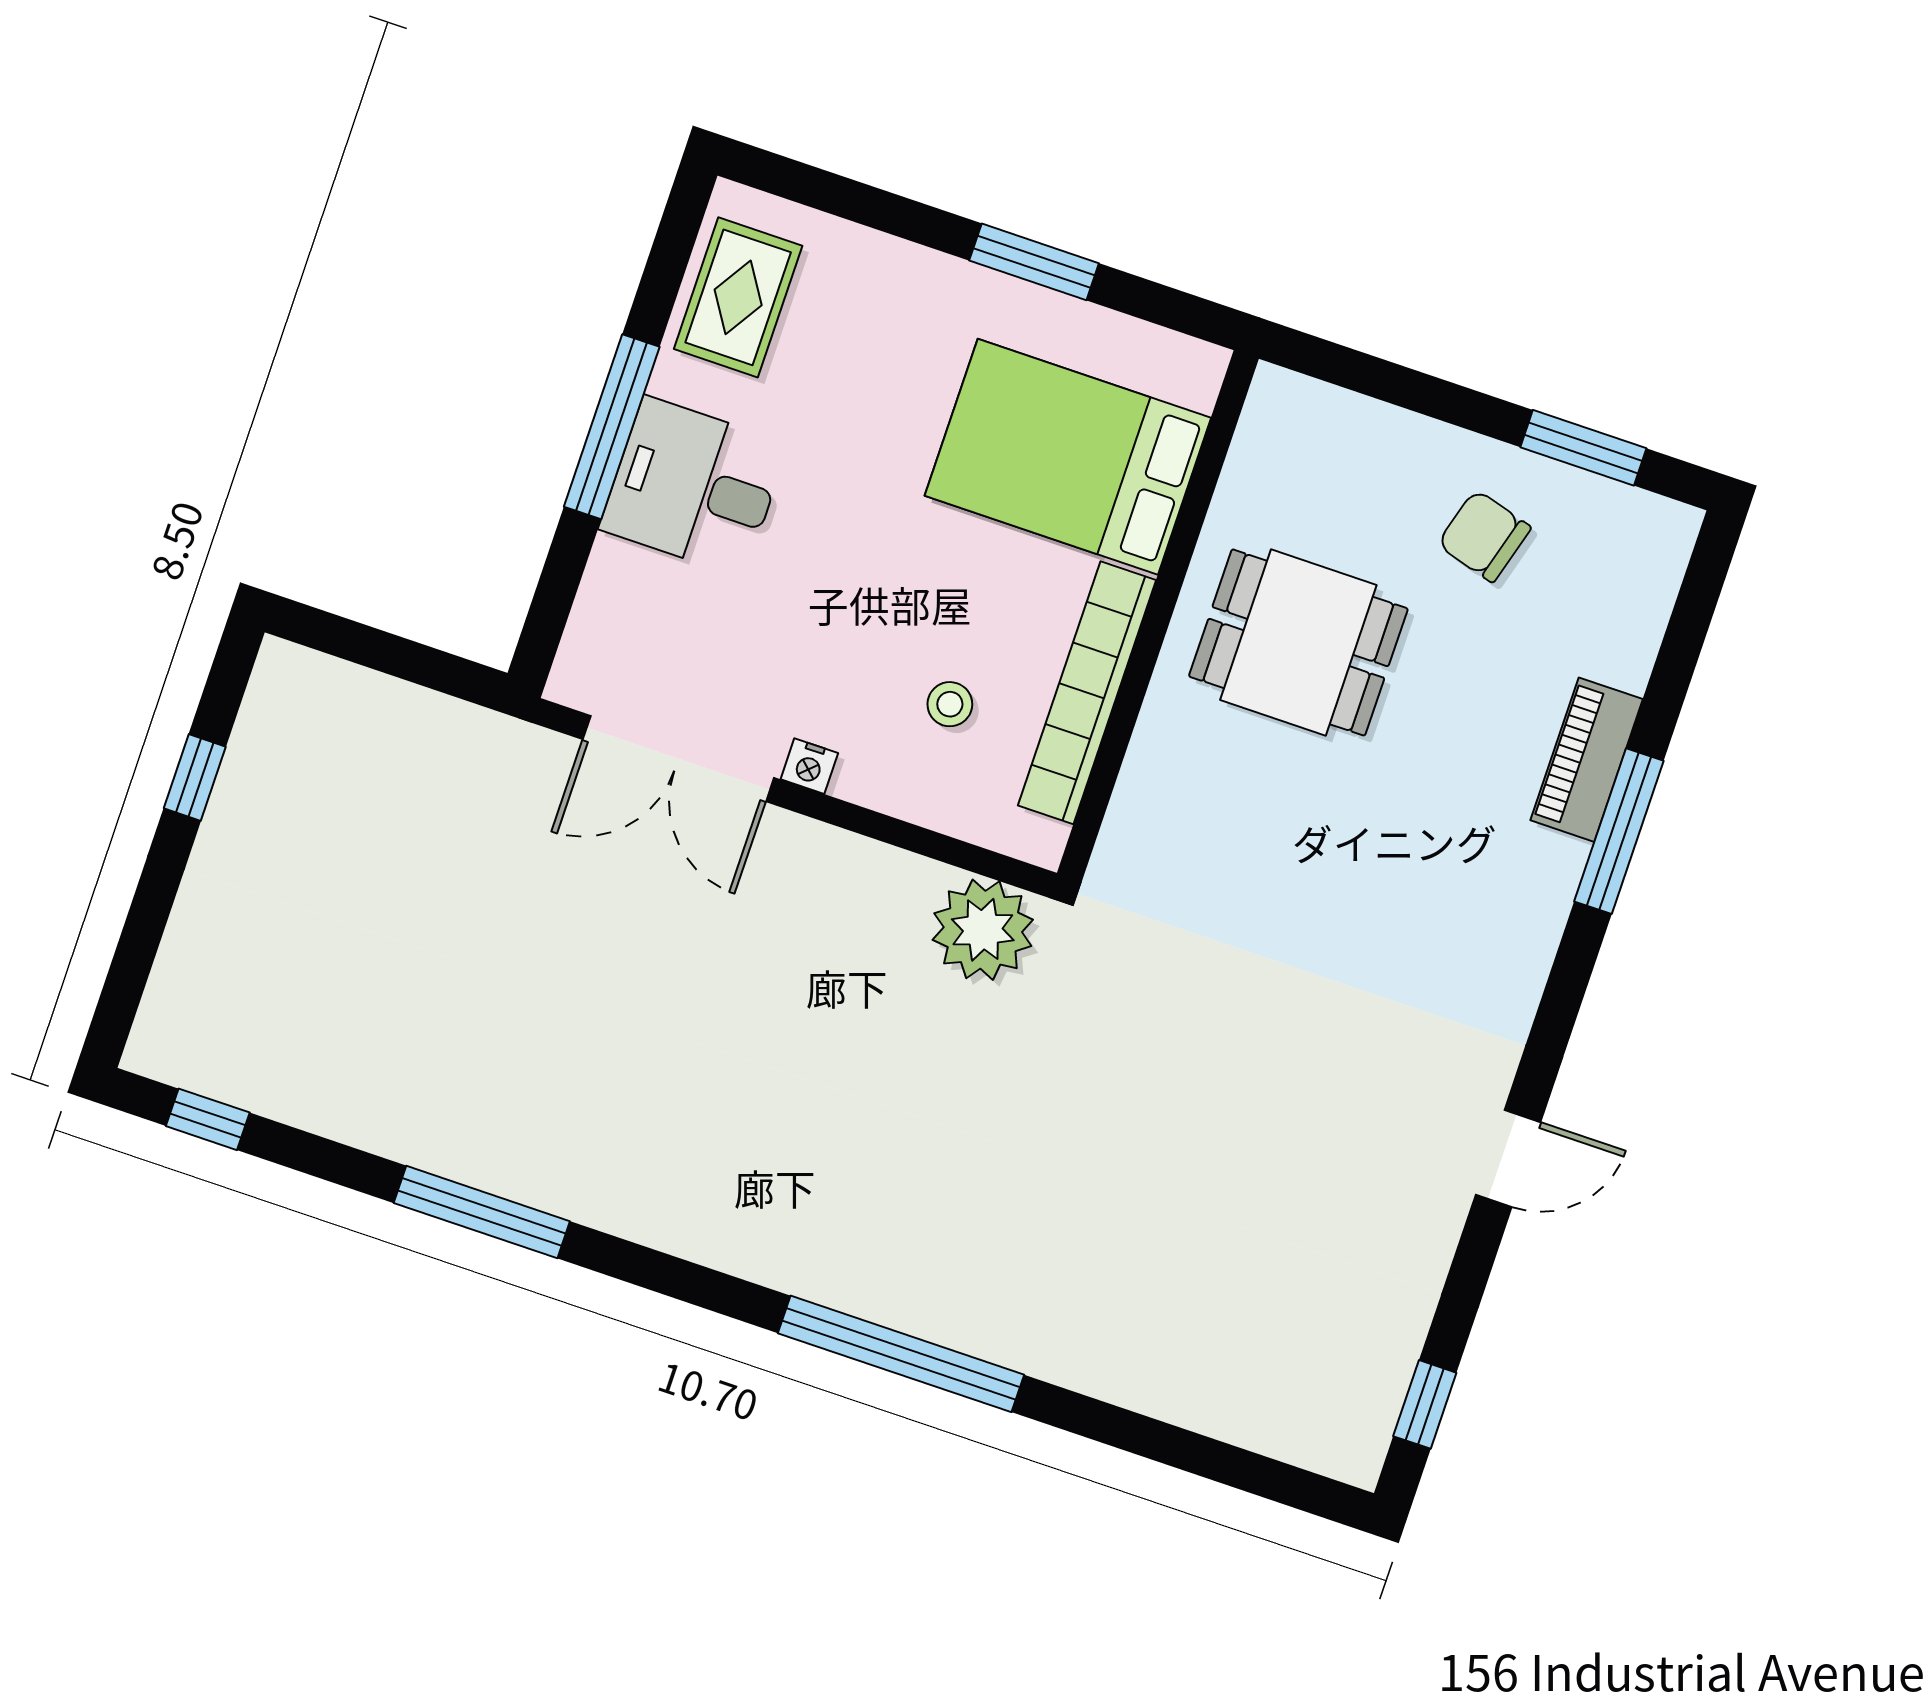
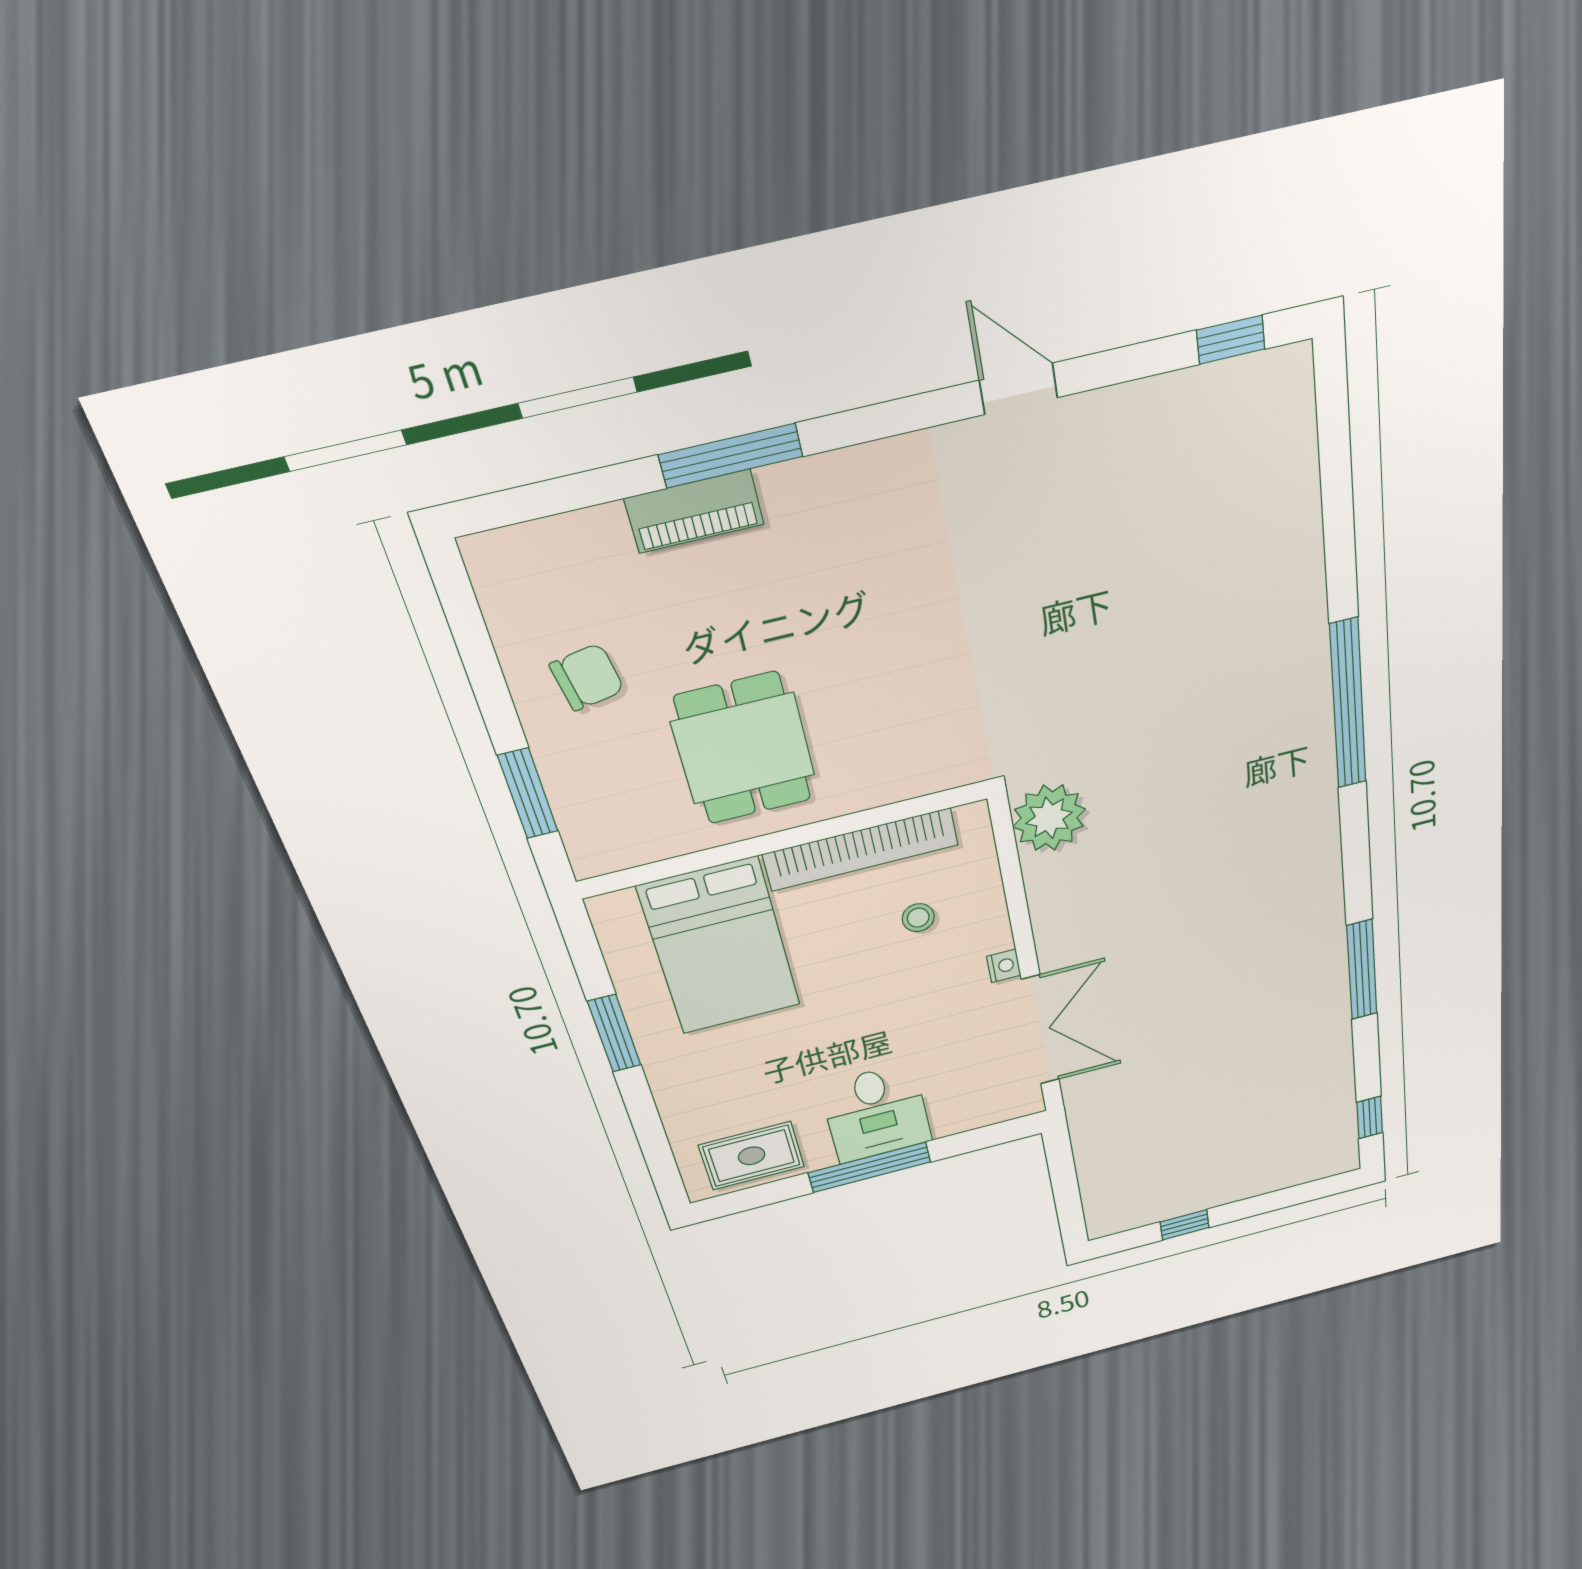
window: (1583, 448) -> (528, 793), moved
chair: (1484, 536) -> (587, 677), turned -116

